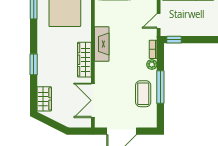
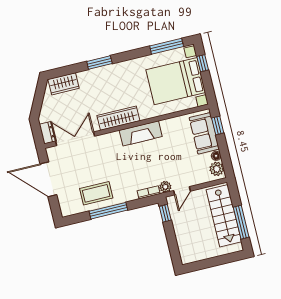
door: (159, 21) -> (182, 191), swing flipped
plant: (152, 65) -> (165, 187), moved
dresser: (82, 123) -> (47, 133), added

